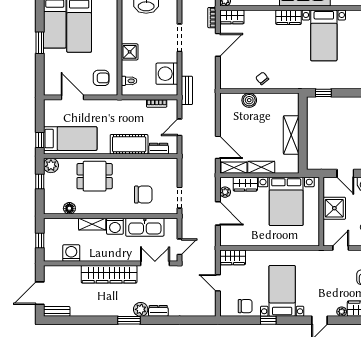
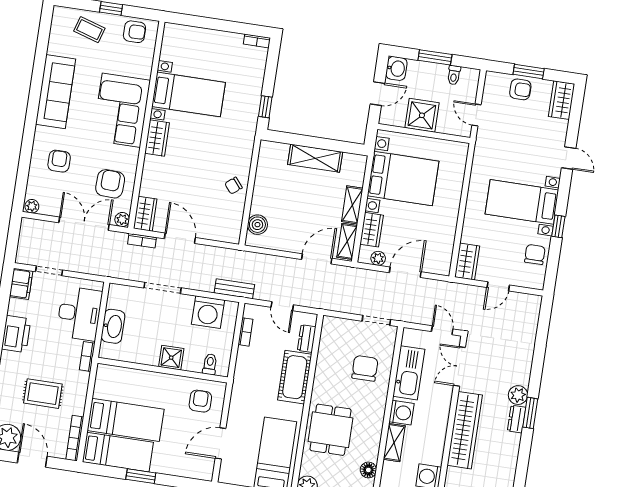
boiler: (249, 100) -> (257, 225), moved
dresser: (158, 311) -> (517, 419), moved
plant: (342, 312) -> (562, 126), removed

